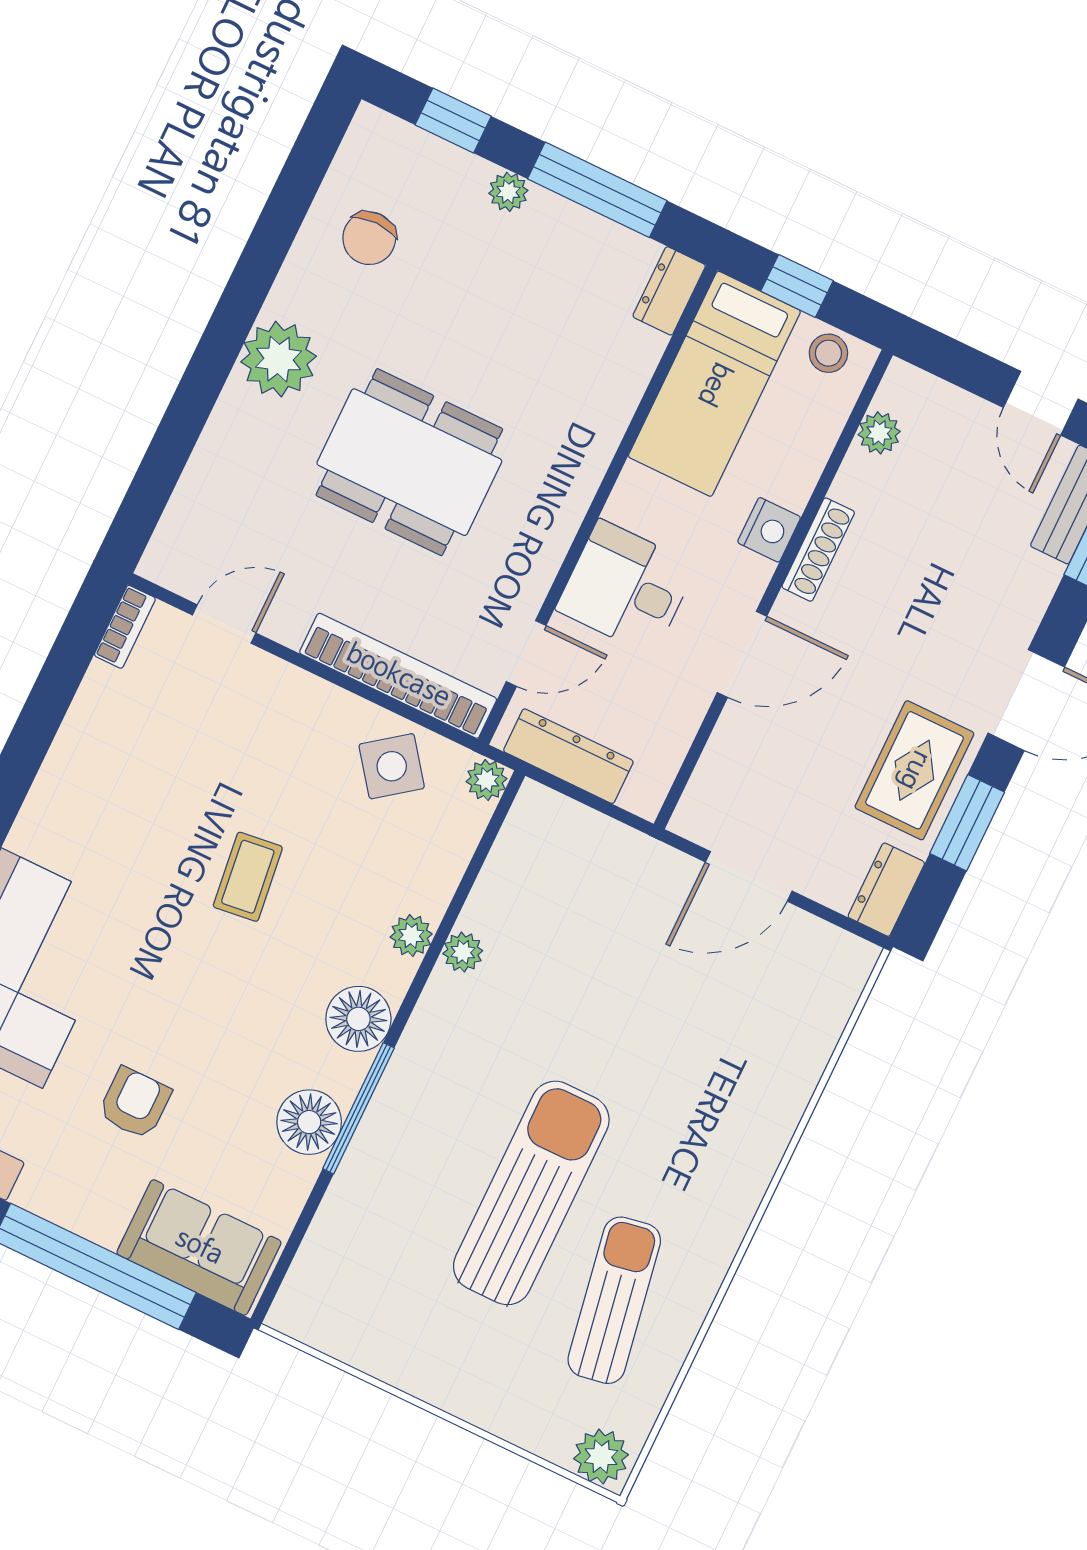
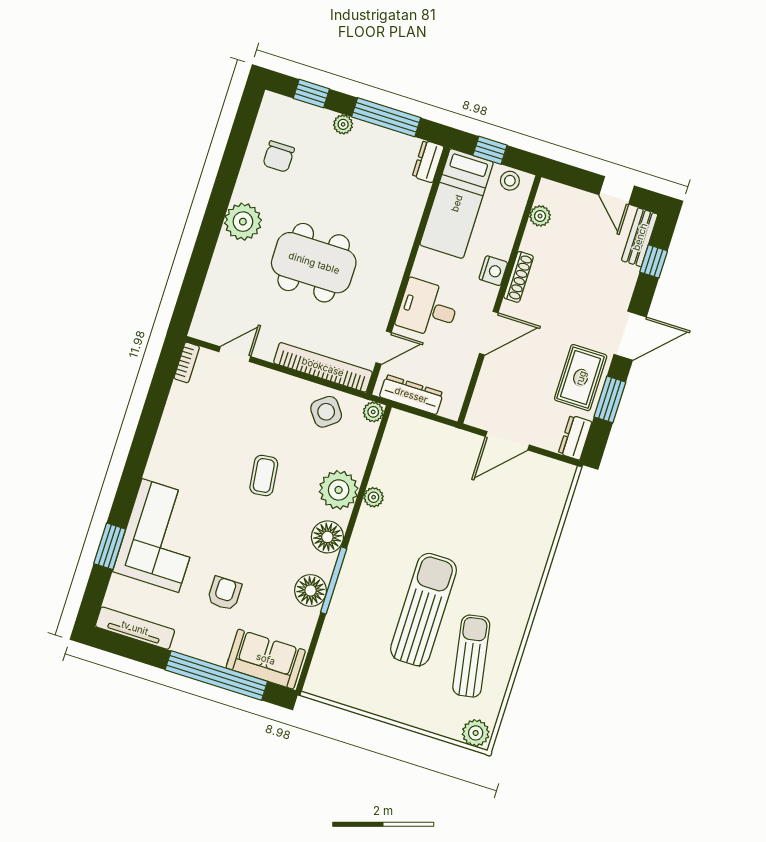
plant: (411, 935) -> (339, 490), width x1.87, depth x1.87

